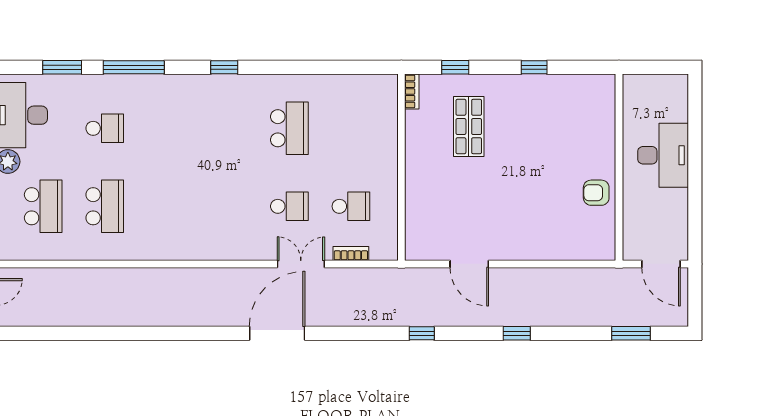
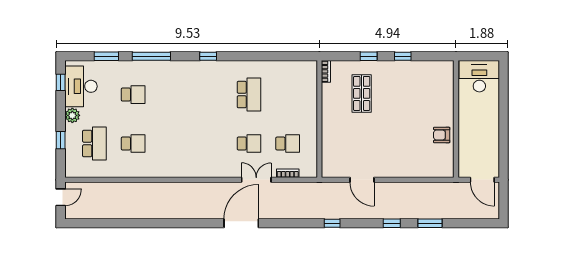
window: (455, 67) -> (369, 56), moved
desk: (663, 155) -> (479, 76), moved, turned -90
school desk: (105, 206) -> (133, 144), width x0.54
window: (631, 333) -> (430, 223), moved

